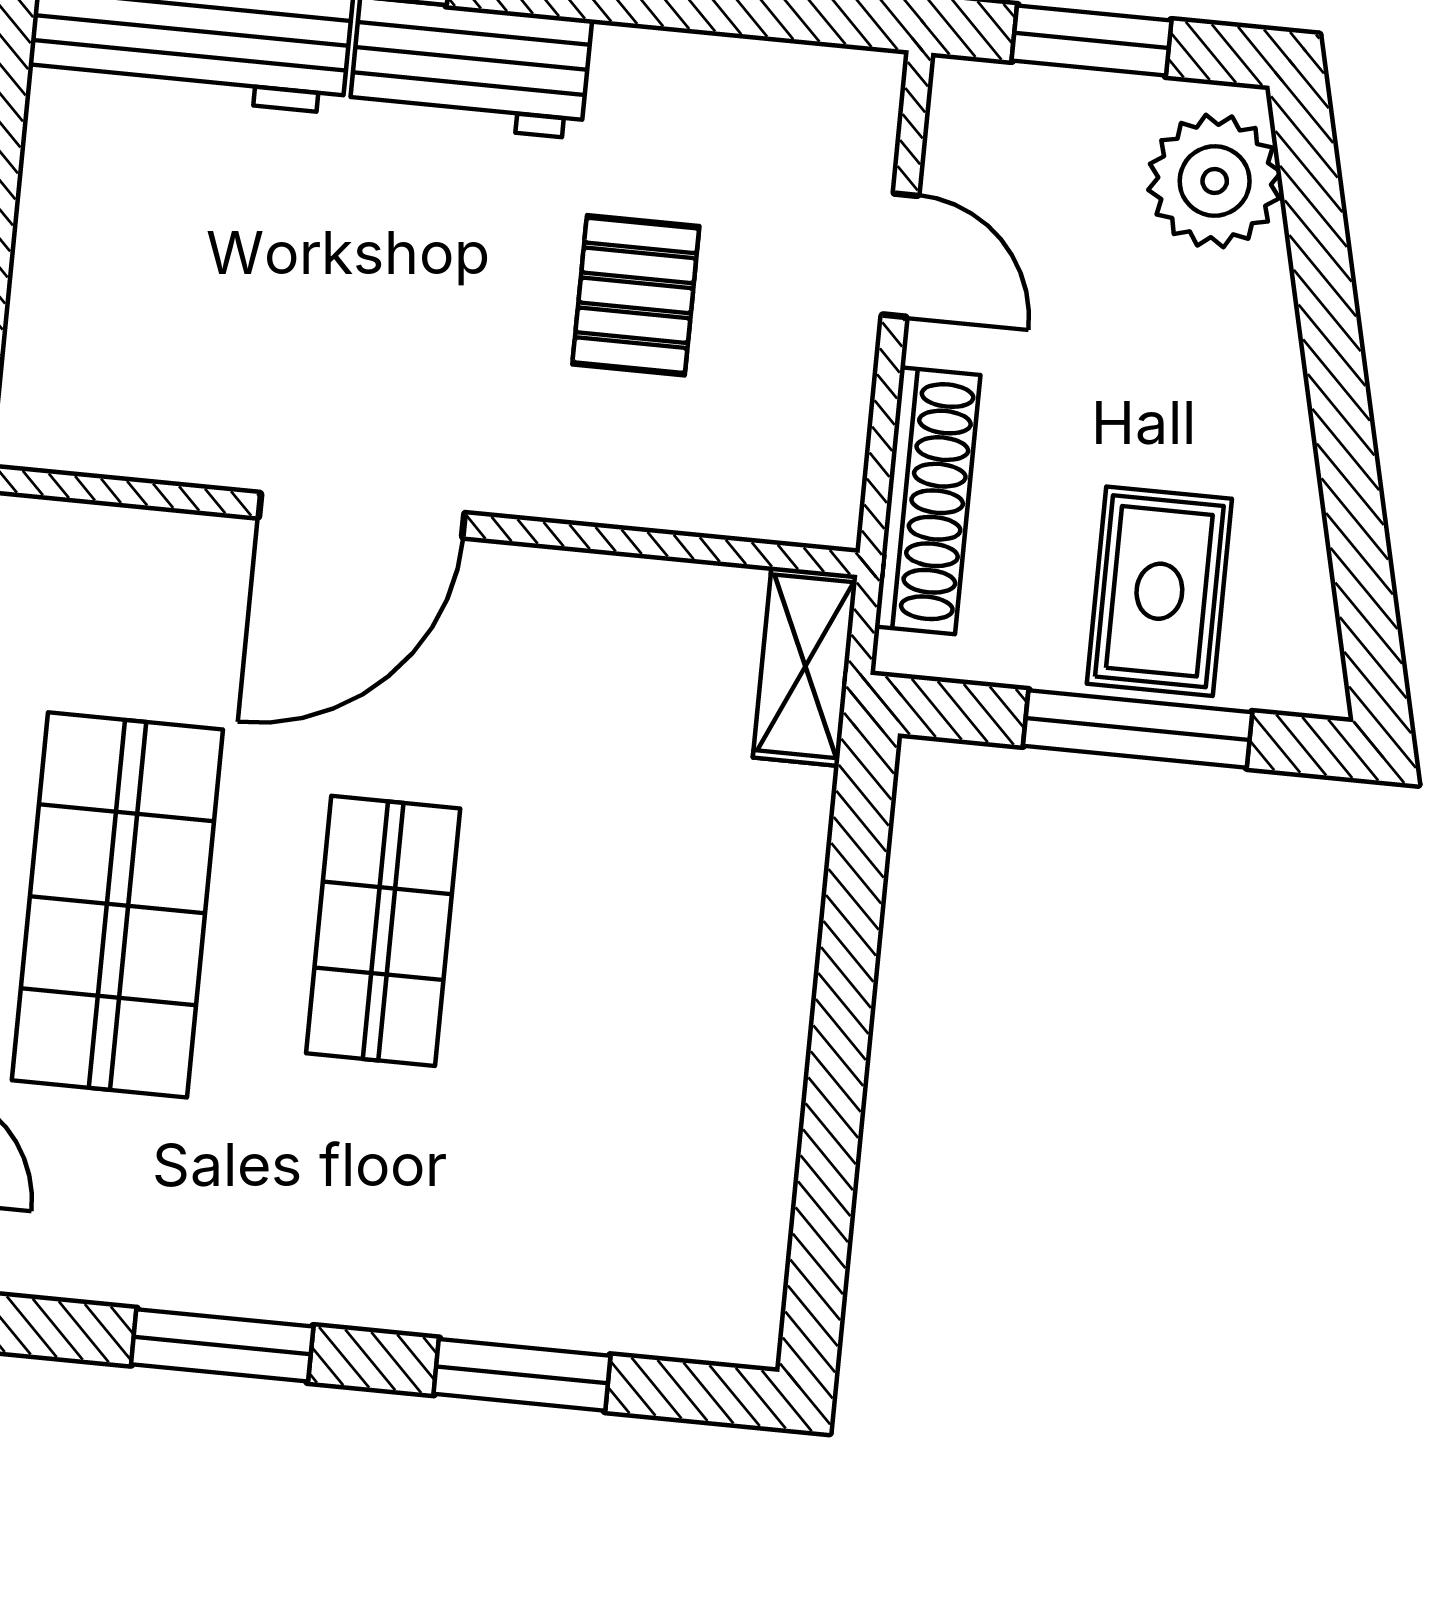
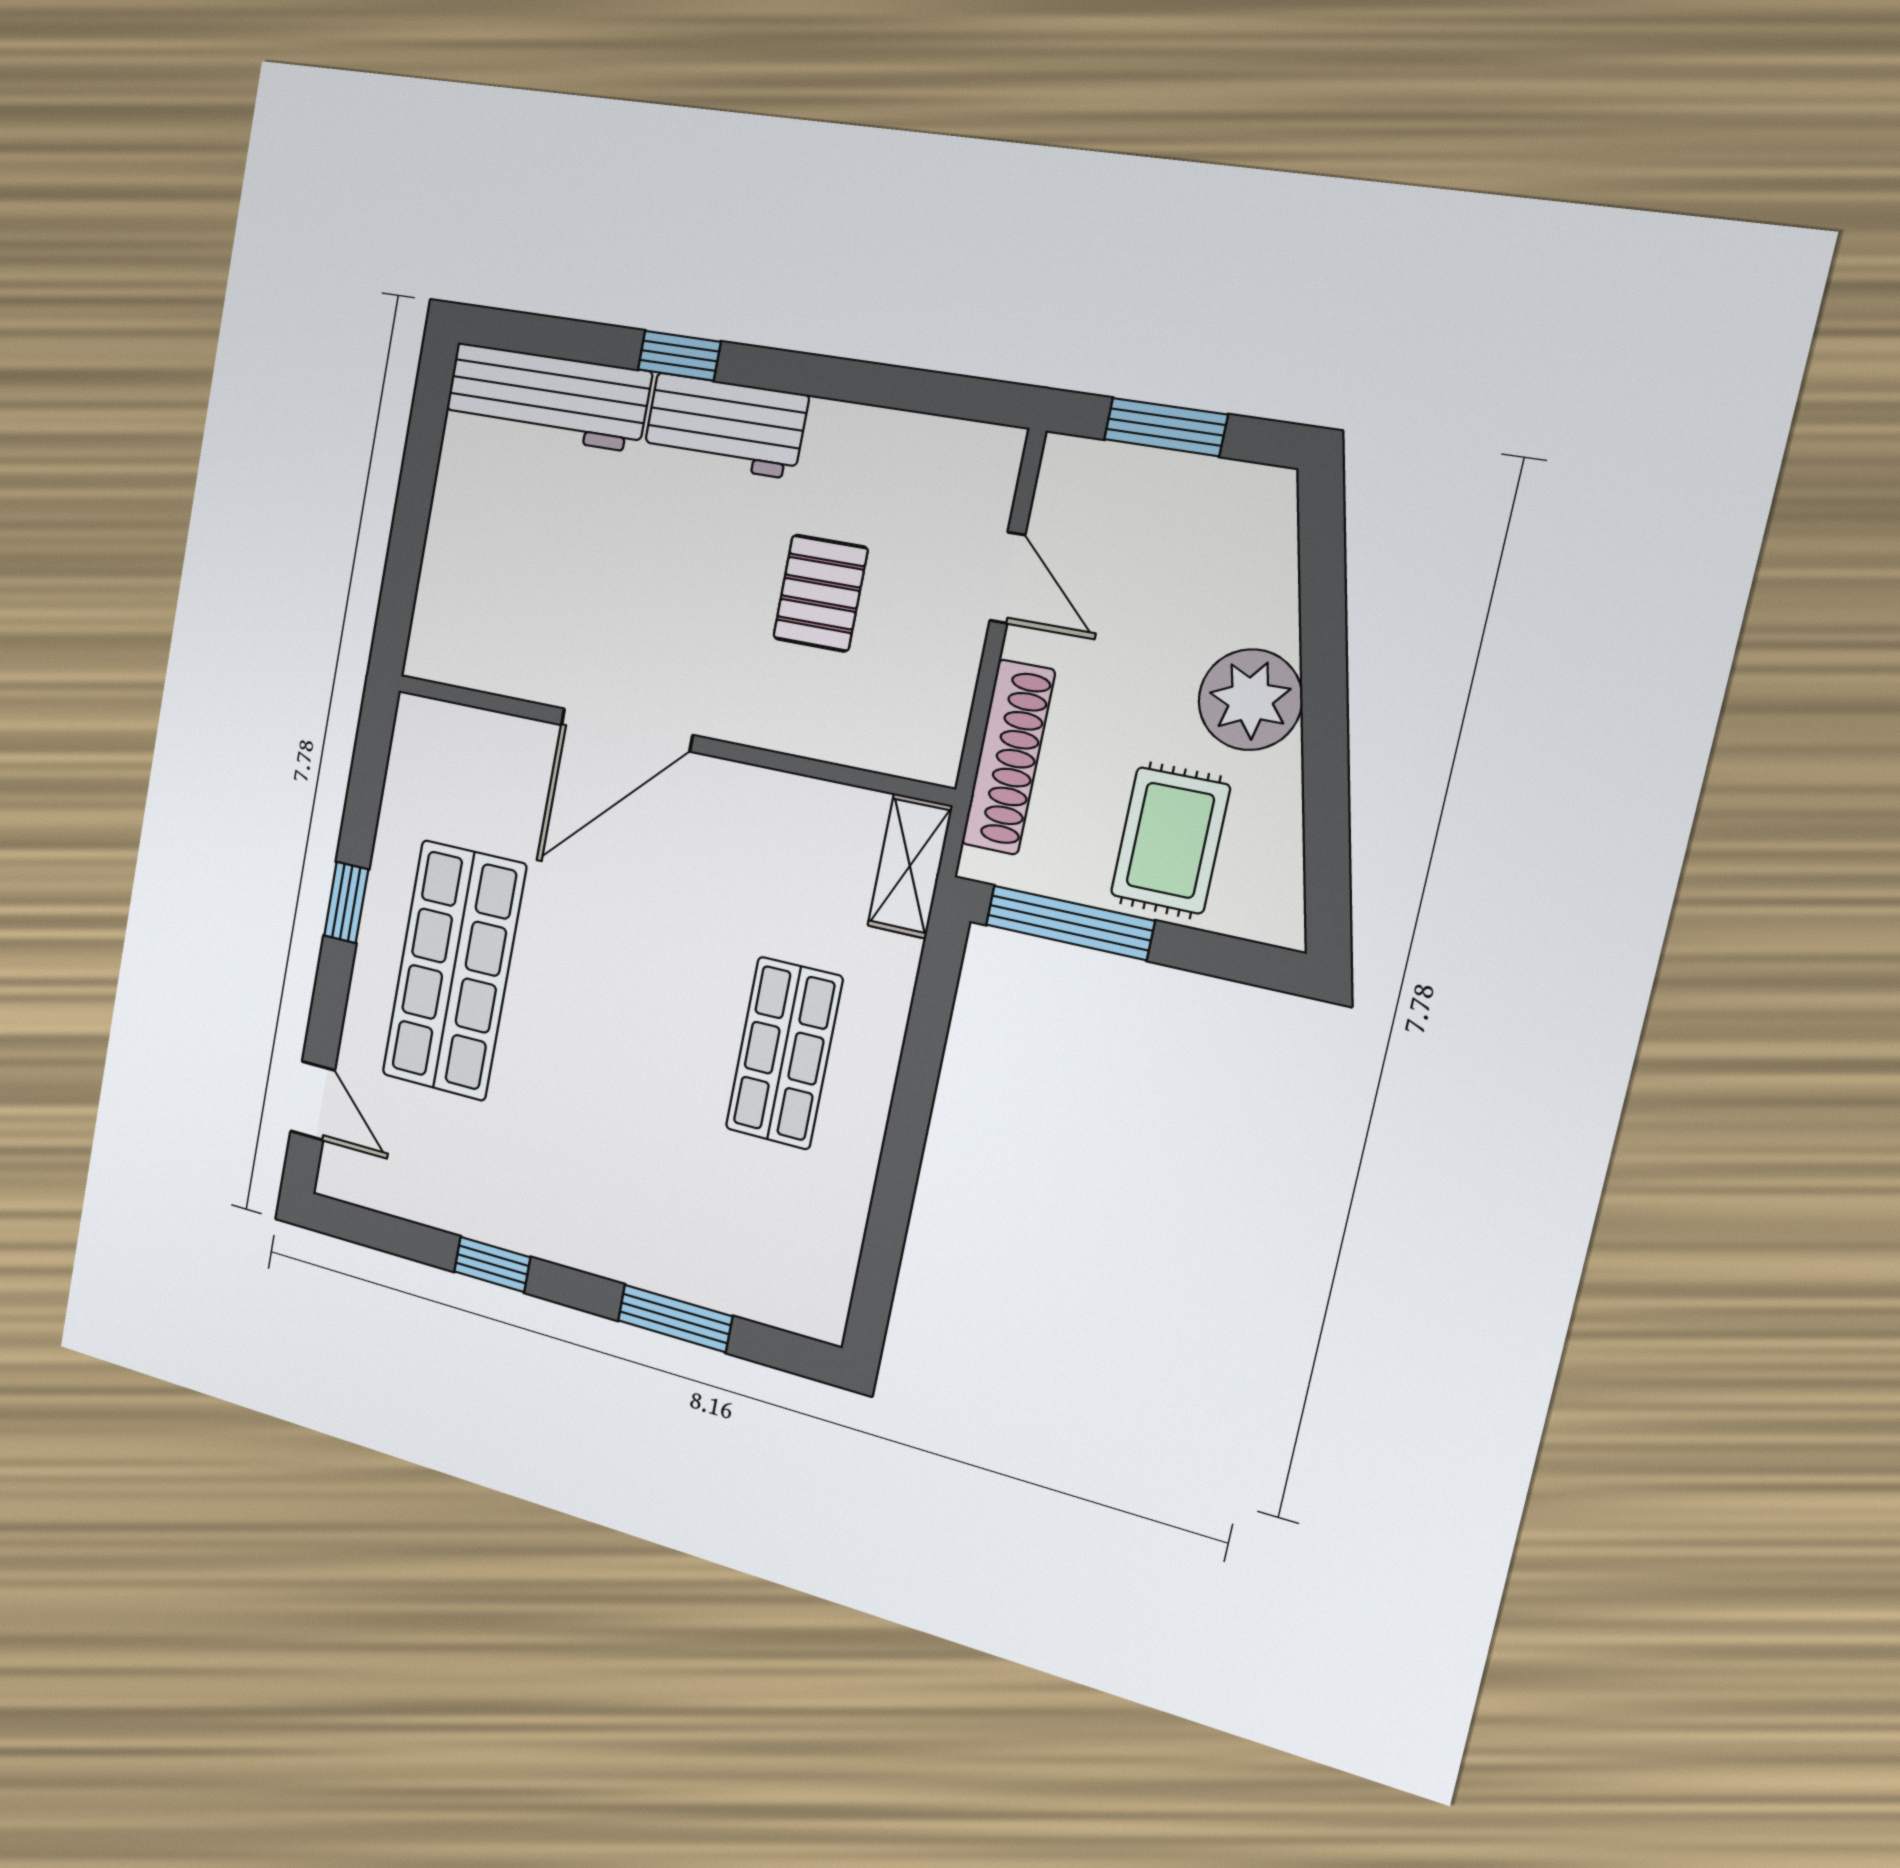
plant: (1215, 181) -> (1250, 700), moved
window: (1138, 729) -> (1070, 923), moved
shop shelf: (383, 931) -> (784, 1053), moved
window: (222, 1345) -> (492, 1264), width x0.67

